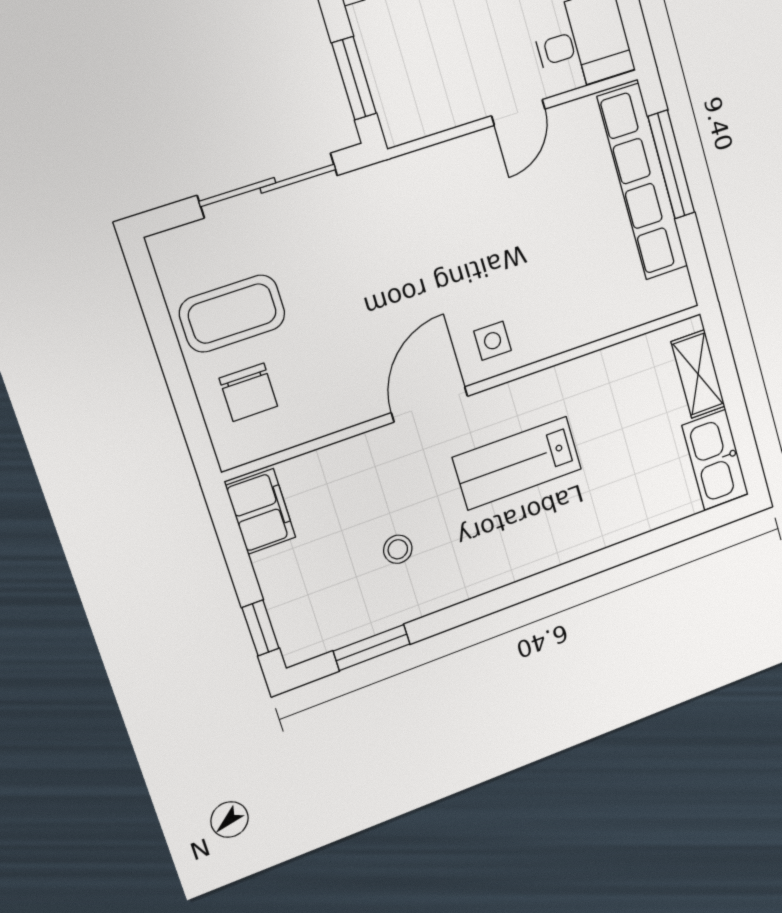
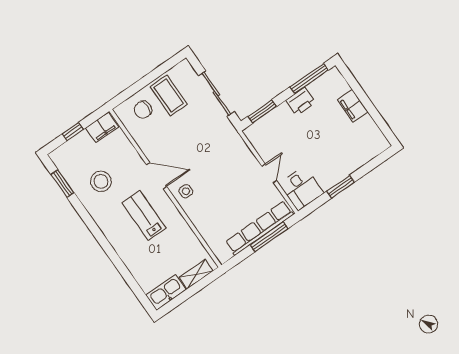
door: (518, 112) -> (269, 173), swing flipped
stool: (398, 549) -> (101, 181), width x1.89, depth x1.89
window: (261, 628) -> (73, 132), moved

